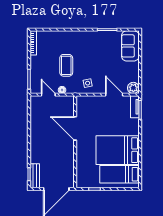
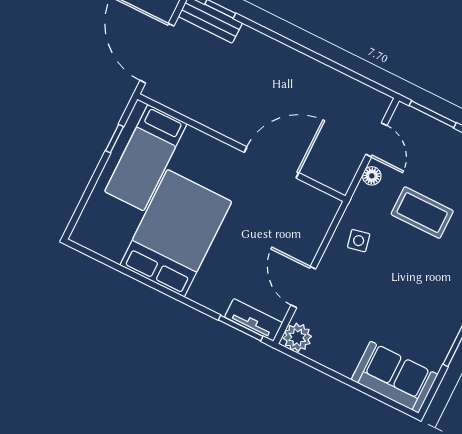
door: (48, 95) -> (376, 140), hinge flipped
door: (114, 95) -> (303, 287), swing flipped
bed: (119, 174) -> (146, 158), moved, turned 180

